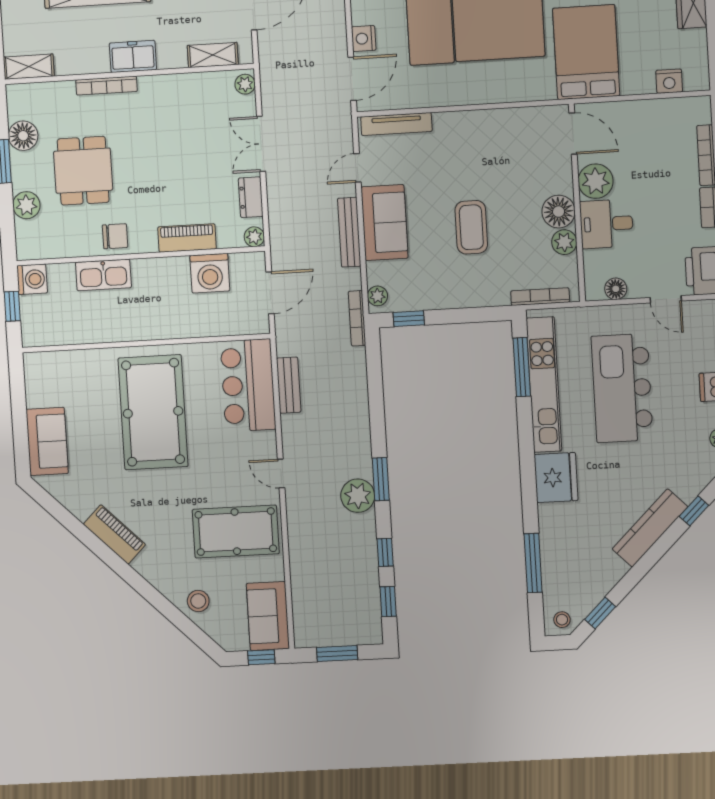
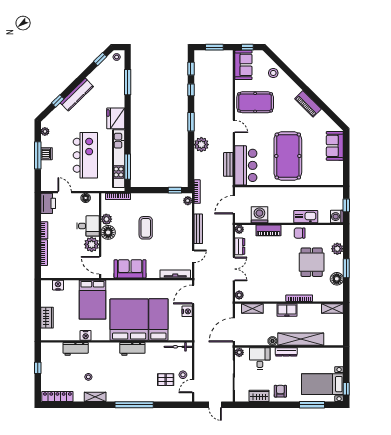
sofa: (385, 223) -> (130, 269), moved, turned 90
plant: (358, 496) -> (201, 145), moved

